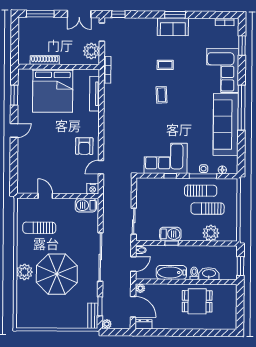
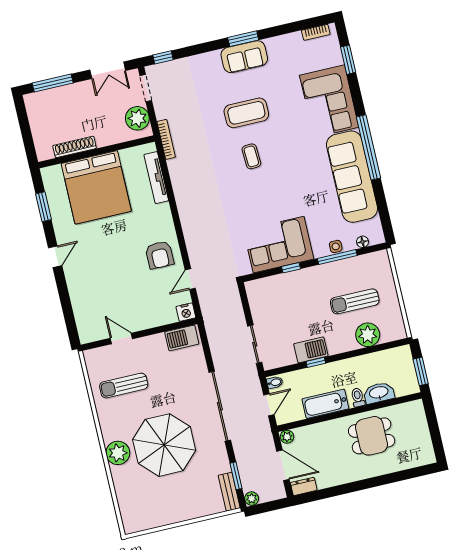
coffee table: (165, 65) -> (246, 113), width x1.86, depth x1.72
sun lounger: (201, 191) -> (339, 278), removed

